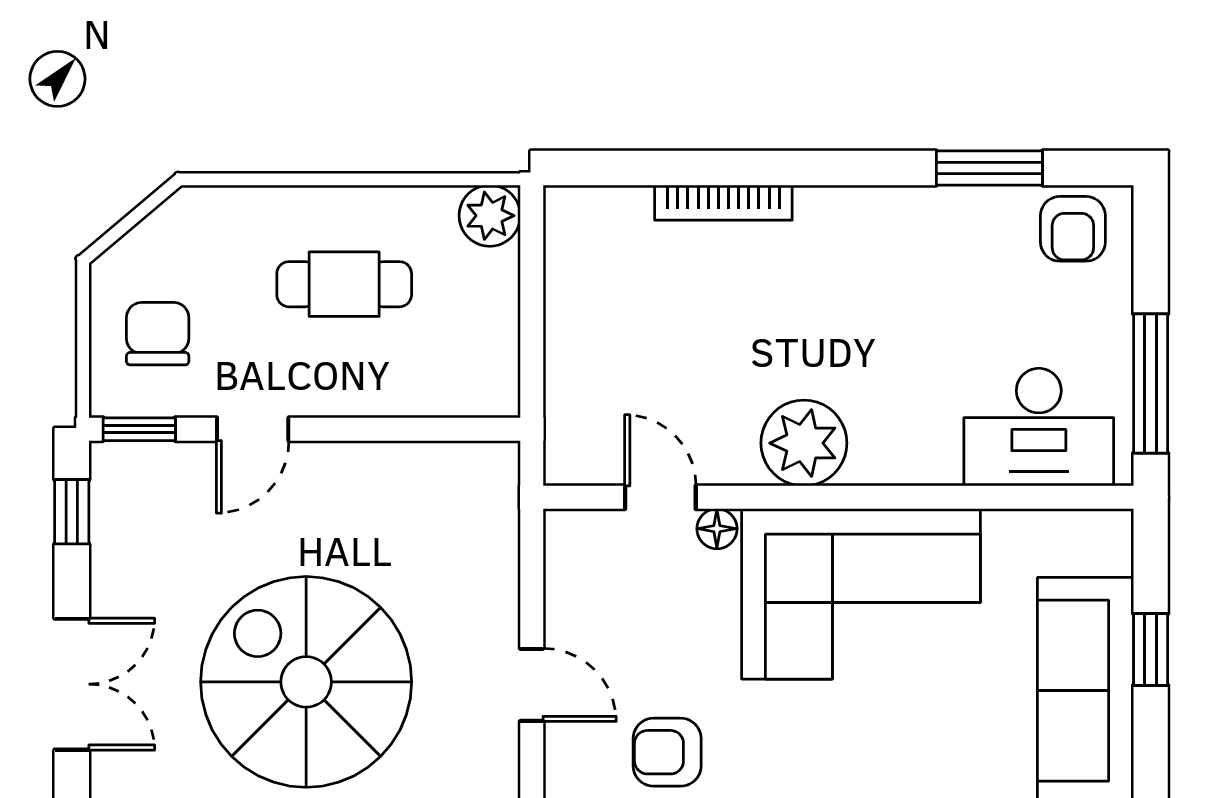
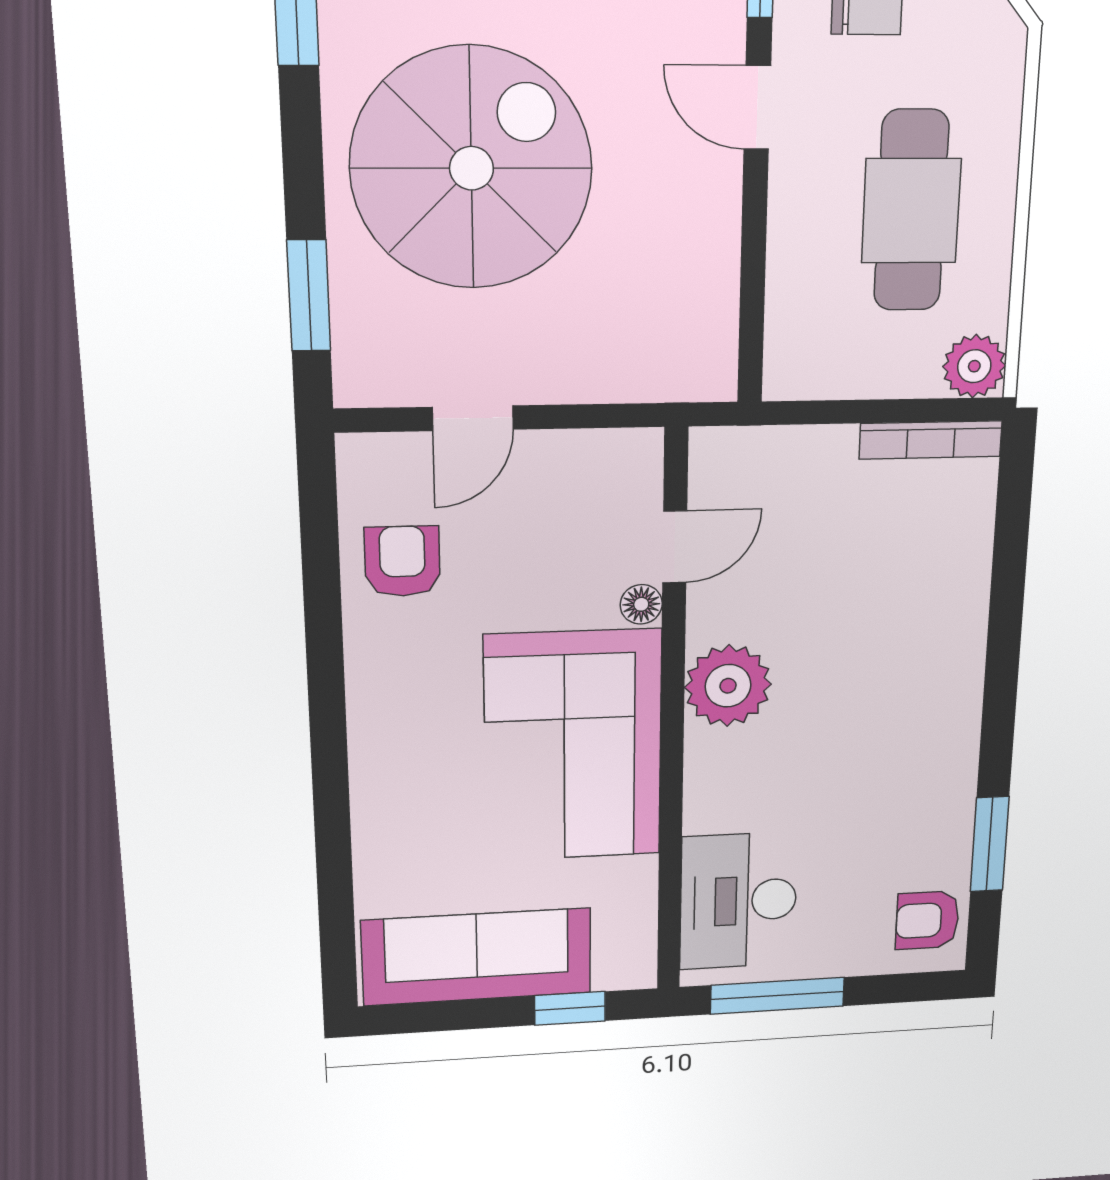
bookcase: (723, 203) -> (931, 440), moved, turned -90
cafe table: (344, 284) -> (911, 211), width x1.37, depth x1.35
window: (1151, 649) -> (570, 1008), moved

